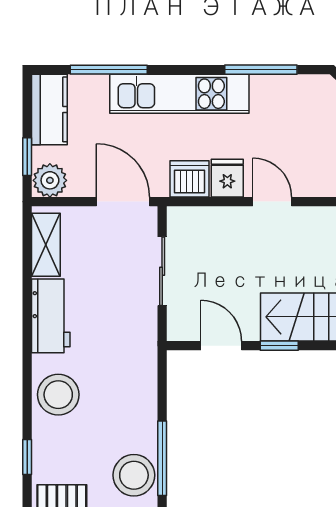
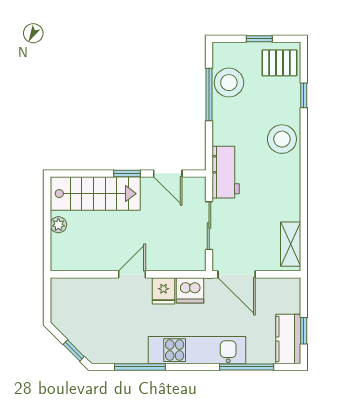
window: (27, 157) -> (304, 331), moved
plant: (50, 180) -> (288, 289), removed
door: (272, 202) -> (132, 274), swing flipped
workbench: (51, 316) -> (226, 172), moved, turned 180

